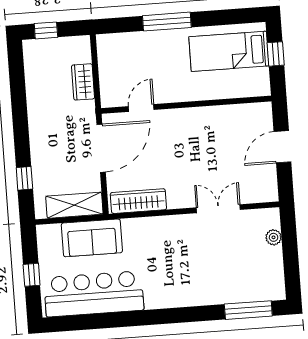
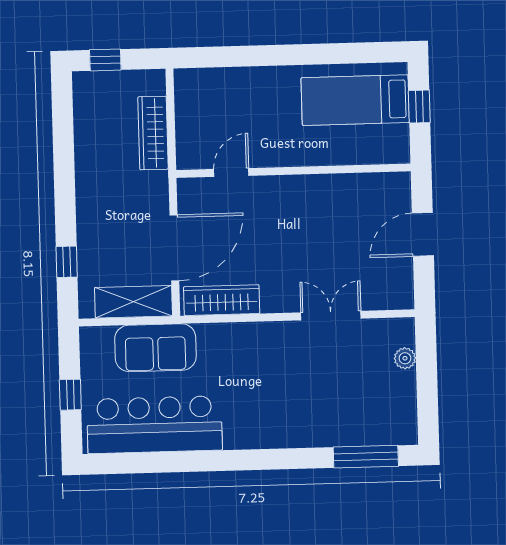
window: (167, 22) -> (272, 55), removed
wardrobe: (83, 82) -> (153, 133), width x1.50
door: (101, 148) -> (174, 248), moved

